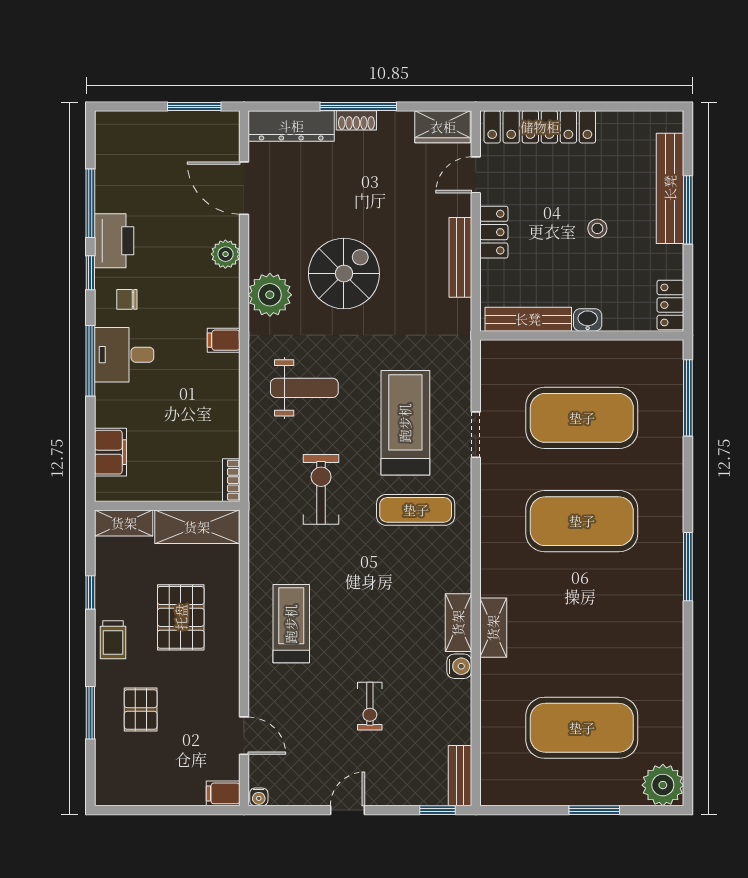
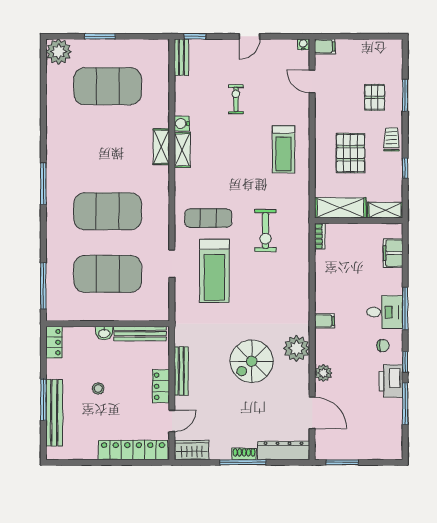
weight bench: (304, 388) -> (276, 292), removed

